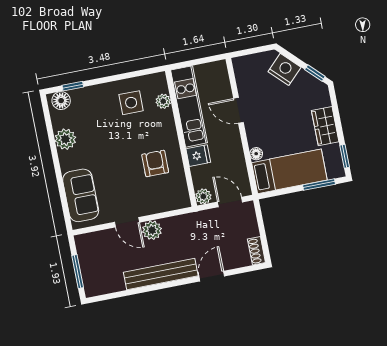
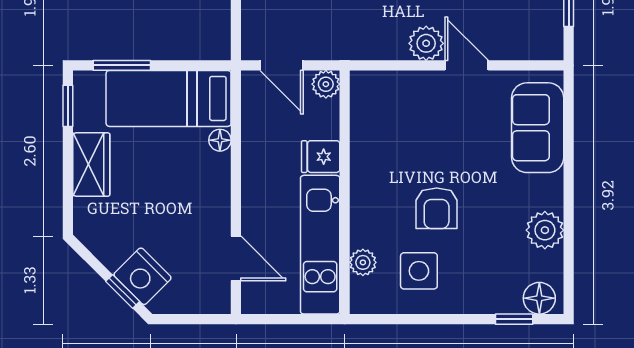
window: (315, 73) -> (123, 291), moved
door: (238, 110) -> (236, 258), moved
armchair: (155, 163) -> (437, 208), moved

